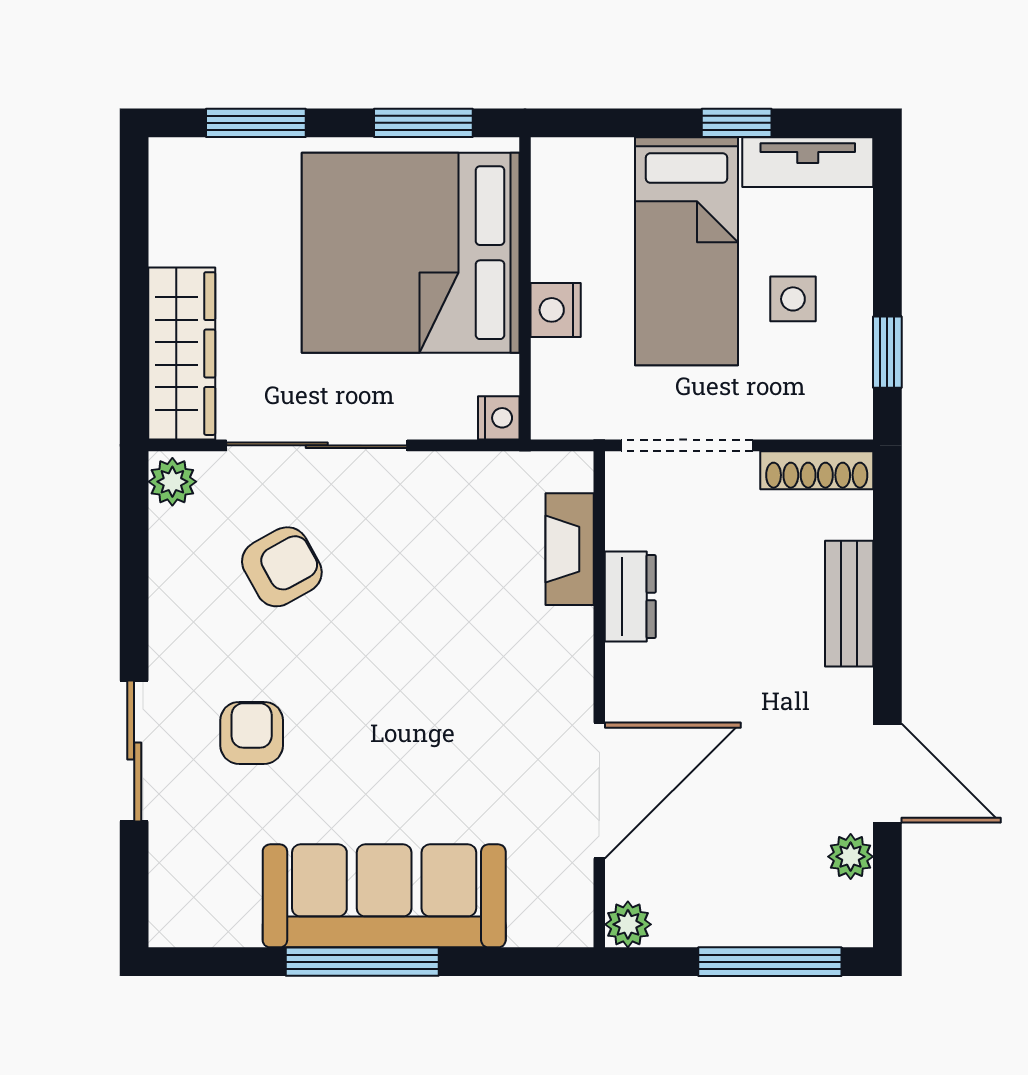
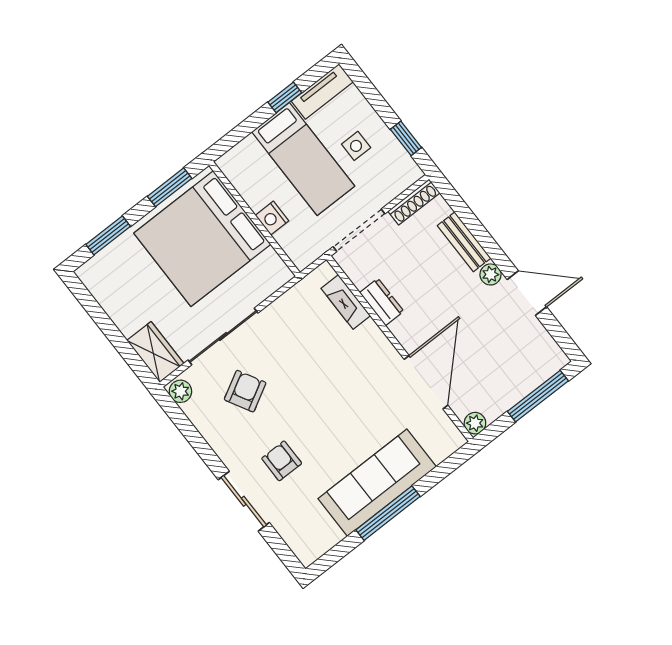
wardrobe: (182, 354) -> (155, 352), width x0.67
nightstand: (499, 418) -> (282, 274), removed
plant: (851, 857) -> (491, 274), moved

